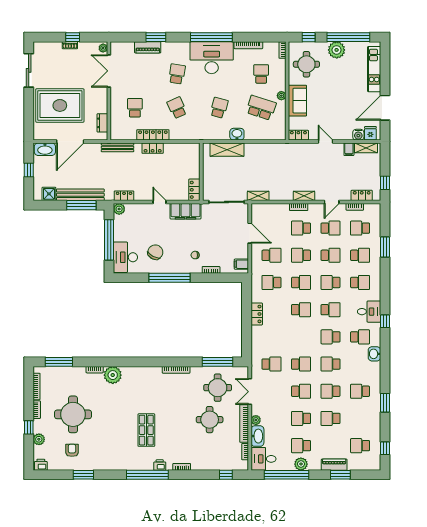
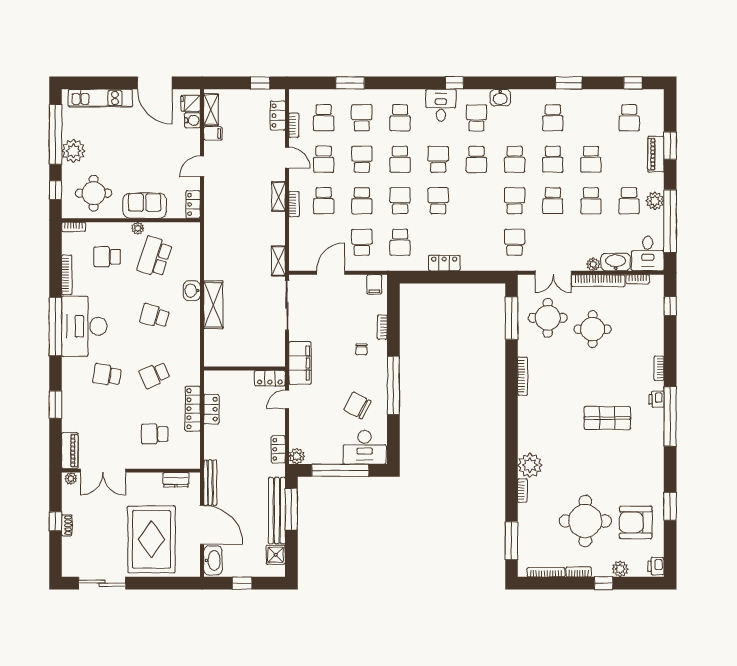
piano: (148, 47) -> (70, 451), moved
bench: (118, 147) -> (210, 483), moved
wall: (201, 172) -> (245, 369), moved
locker: (194, 190) -> (270, 378), moved
school desk: (331, 228) -> (324, 159), turned 180
school desk: (360, 282) -> (400, 118), turned 180
school desk: (301, 391) -> (553, 201), turned 180
armchair: (72, 450) -> (636, 522), width x1.88, depth x1.88

